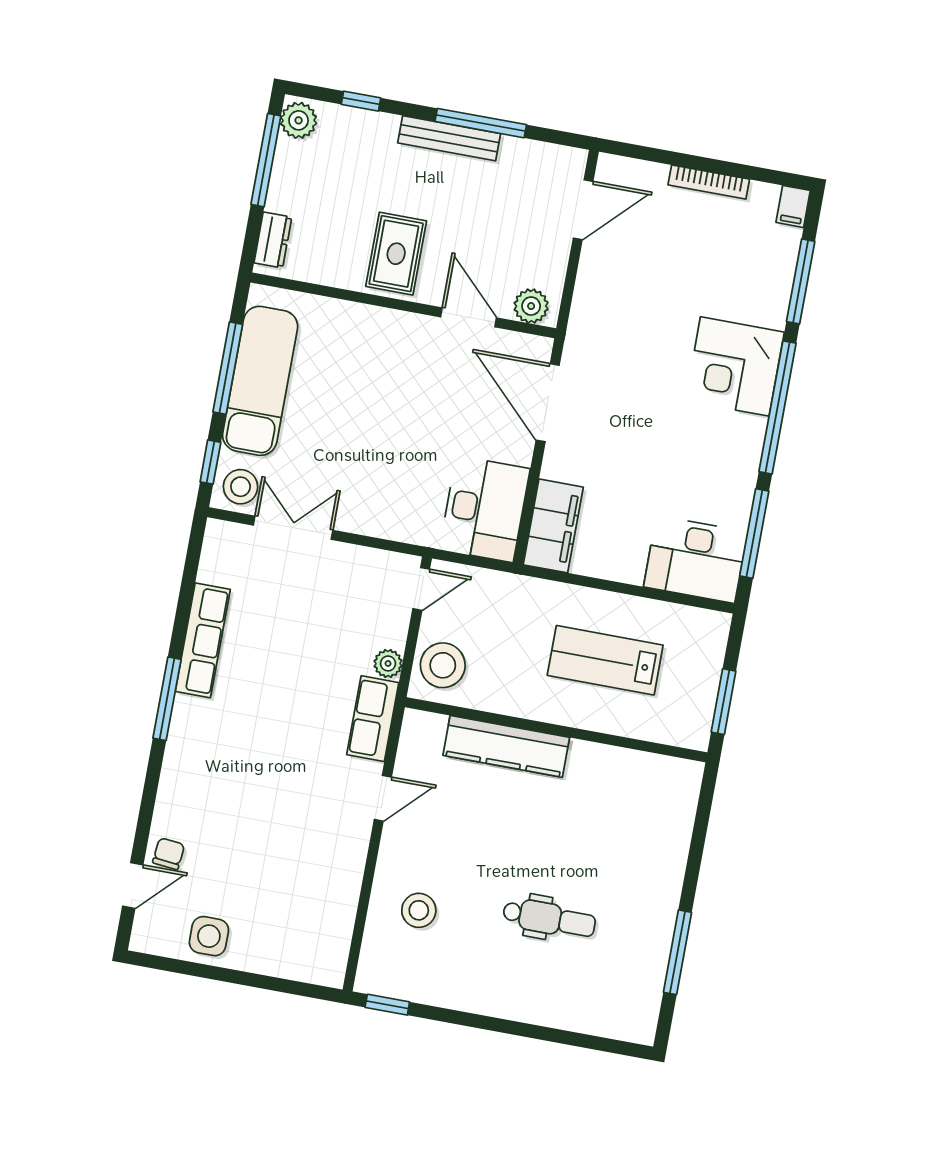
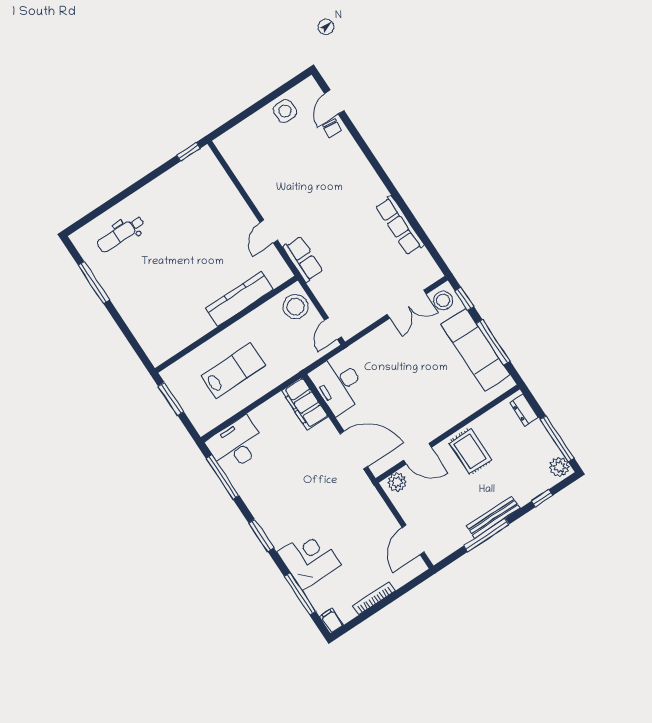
corner desk: (735, 366) -> (309, 559), moved
window: (777, 407) -> (261, 536), width x0.47
plant: (388, 663) -> (318, 287), removed
window: (167, 699) -> (392, 189), removed
stool: (419, 910) -> (212, 201), removed
dental chair: (549, 919) -> (121, 234), moved

